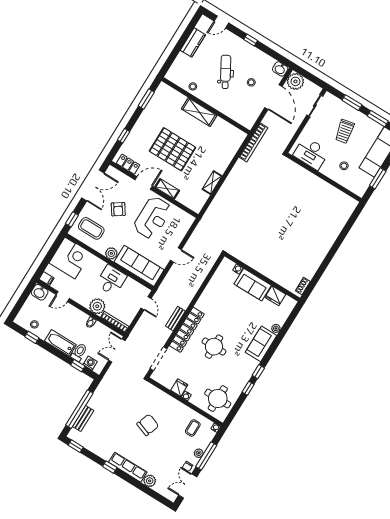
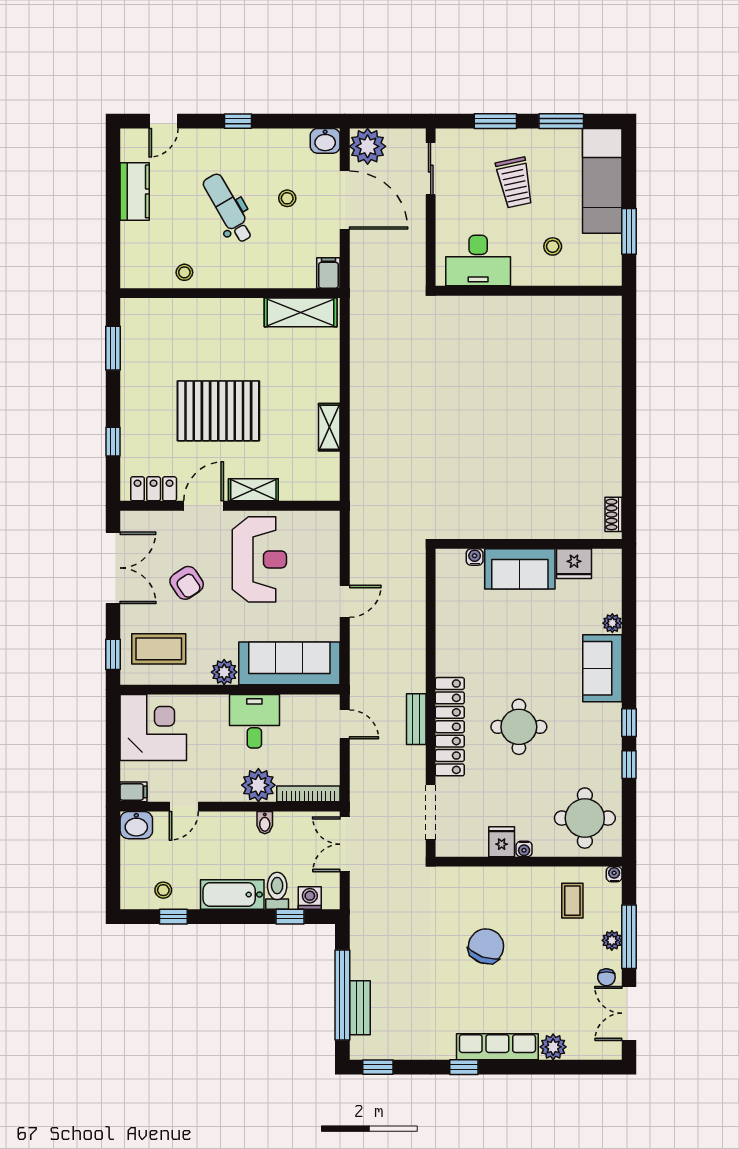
shelving: (199, 112) -> (301, 312), moved
filing cabinet: (249, 122) -> (328, 273), added
bookcase: (253, 142) -> (359, 306), removed

